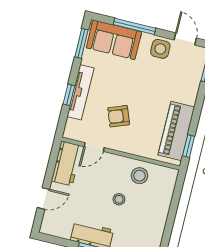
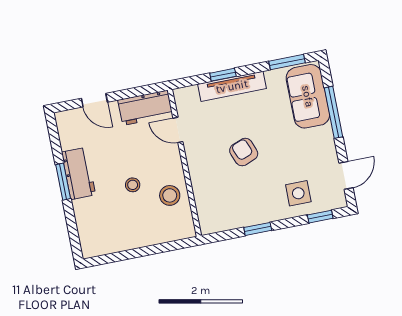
side table: (160, 49) -> (298, 193), moved
armchair: (119, 116) -> (244, 152), moved
piano: (176, 131) -> (239, 213), removed
window: (189, 146) -> (258, 229), moved

